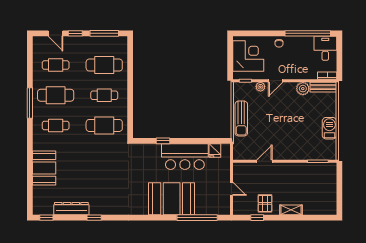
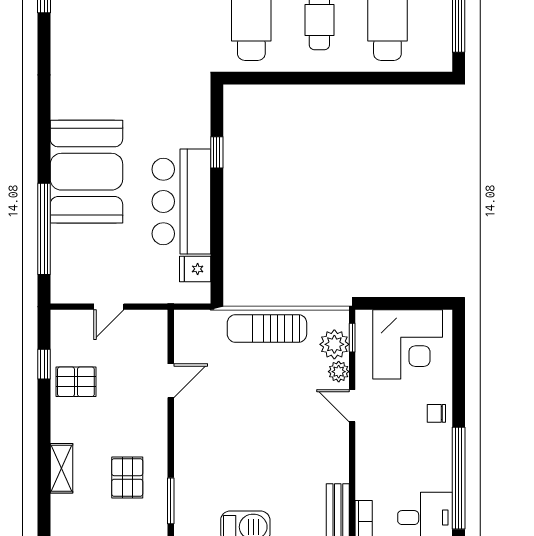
plant: (303, 89) -> (334, 344), moved
door: (265, 161) -> (171, 381), hinge flipped
pallet: (307, 181) -> (127, 477), added
shelving: (291, 210) -> (62, 468), moved

